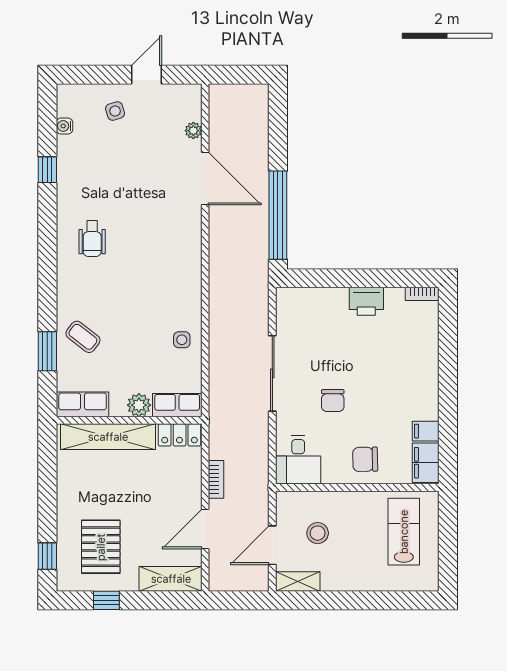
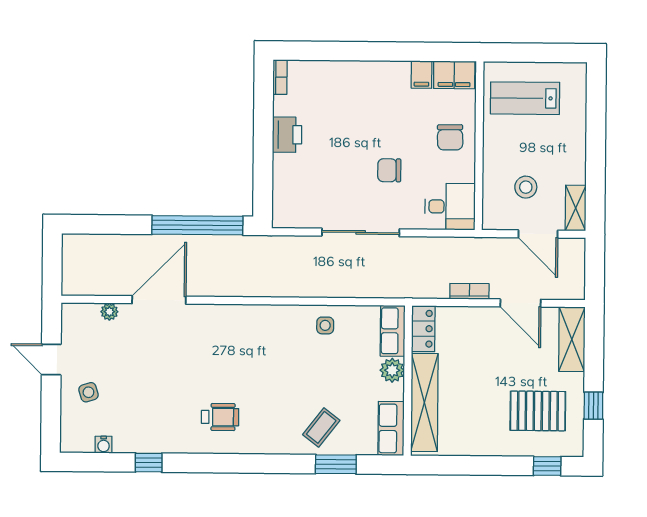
chair: (333, 401) -> (389, 170), turned 180

